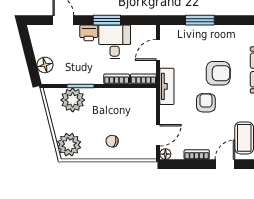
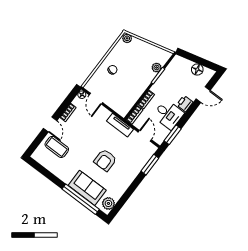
window: (107, 20) -> (173, 135), moved
window: (200, 20) -> (150, 165), moved
floor lamp: (45, 65) -> (197, 70), moved
plant: (73, 100) -> (157, 68), width x0.53, depth x0.53
armchair: (206, 103) -> (94, 140), removed
plant: (69, 145) -> (127, 38), width x0.53, depth x0.53

